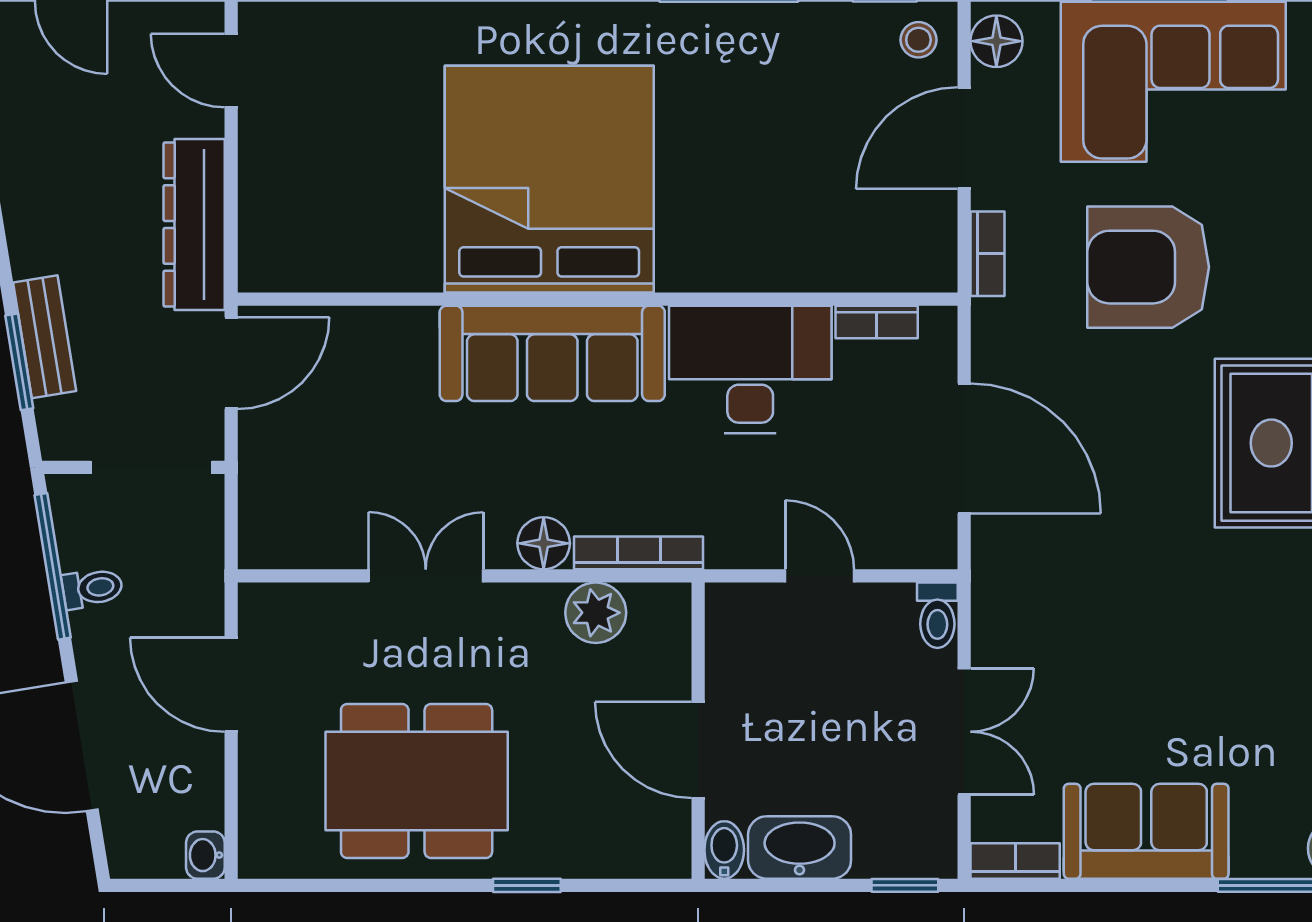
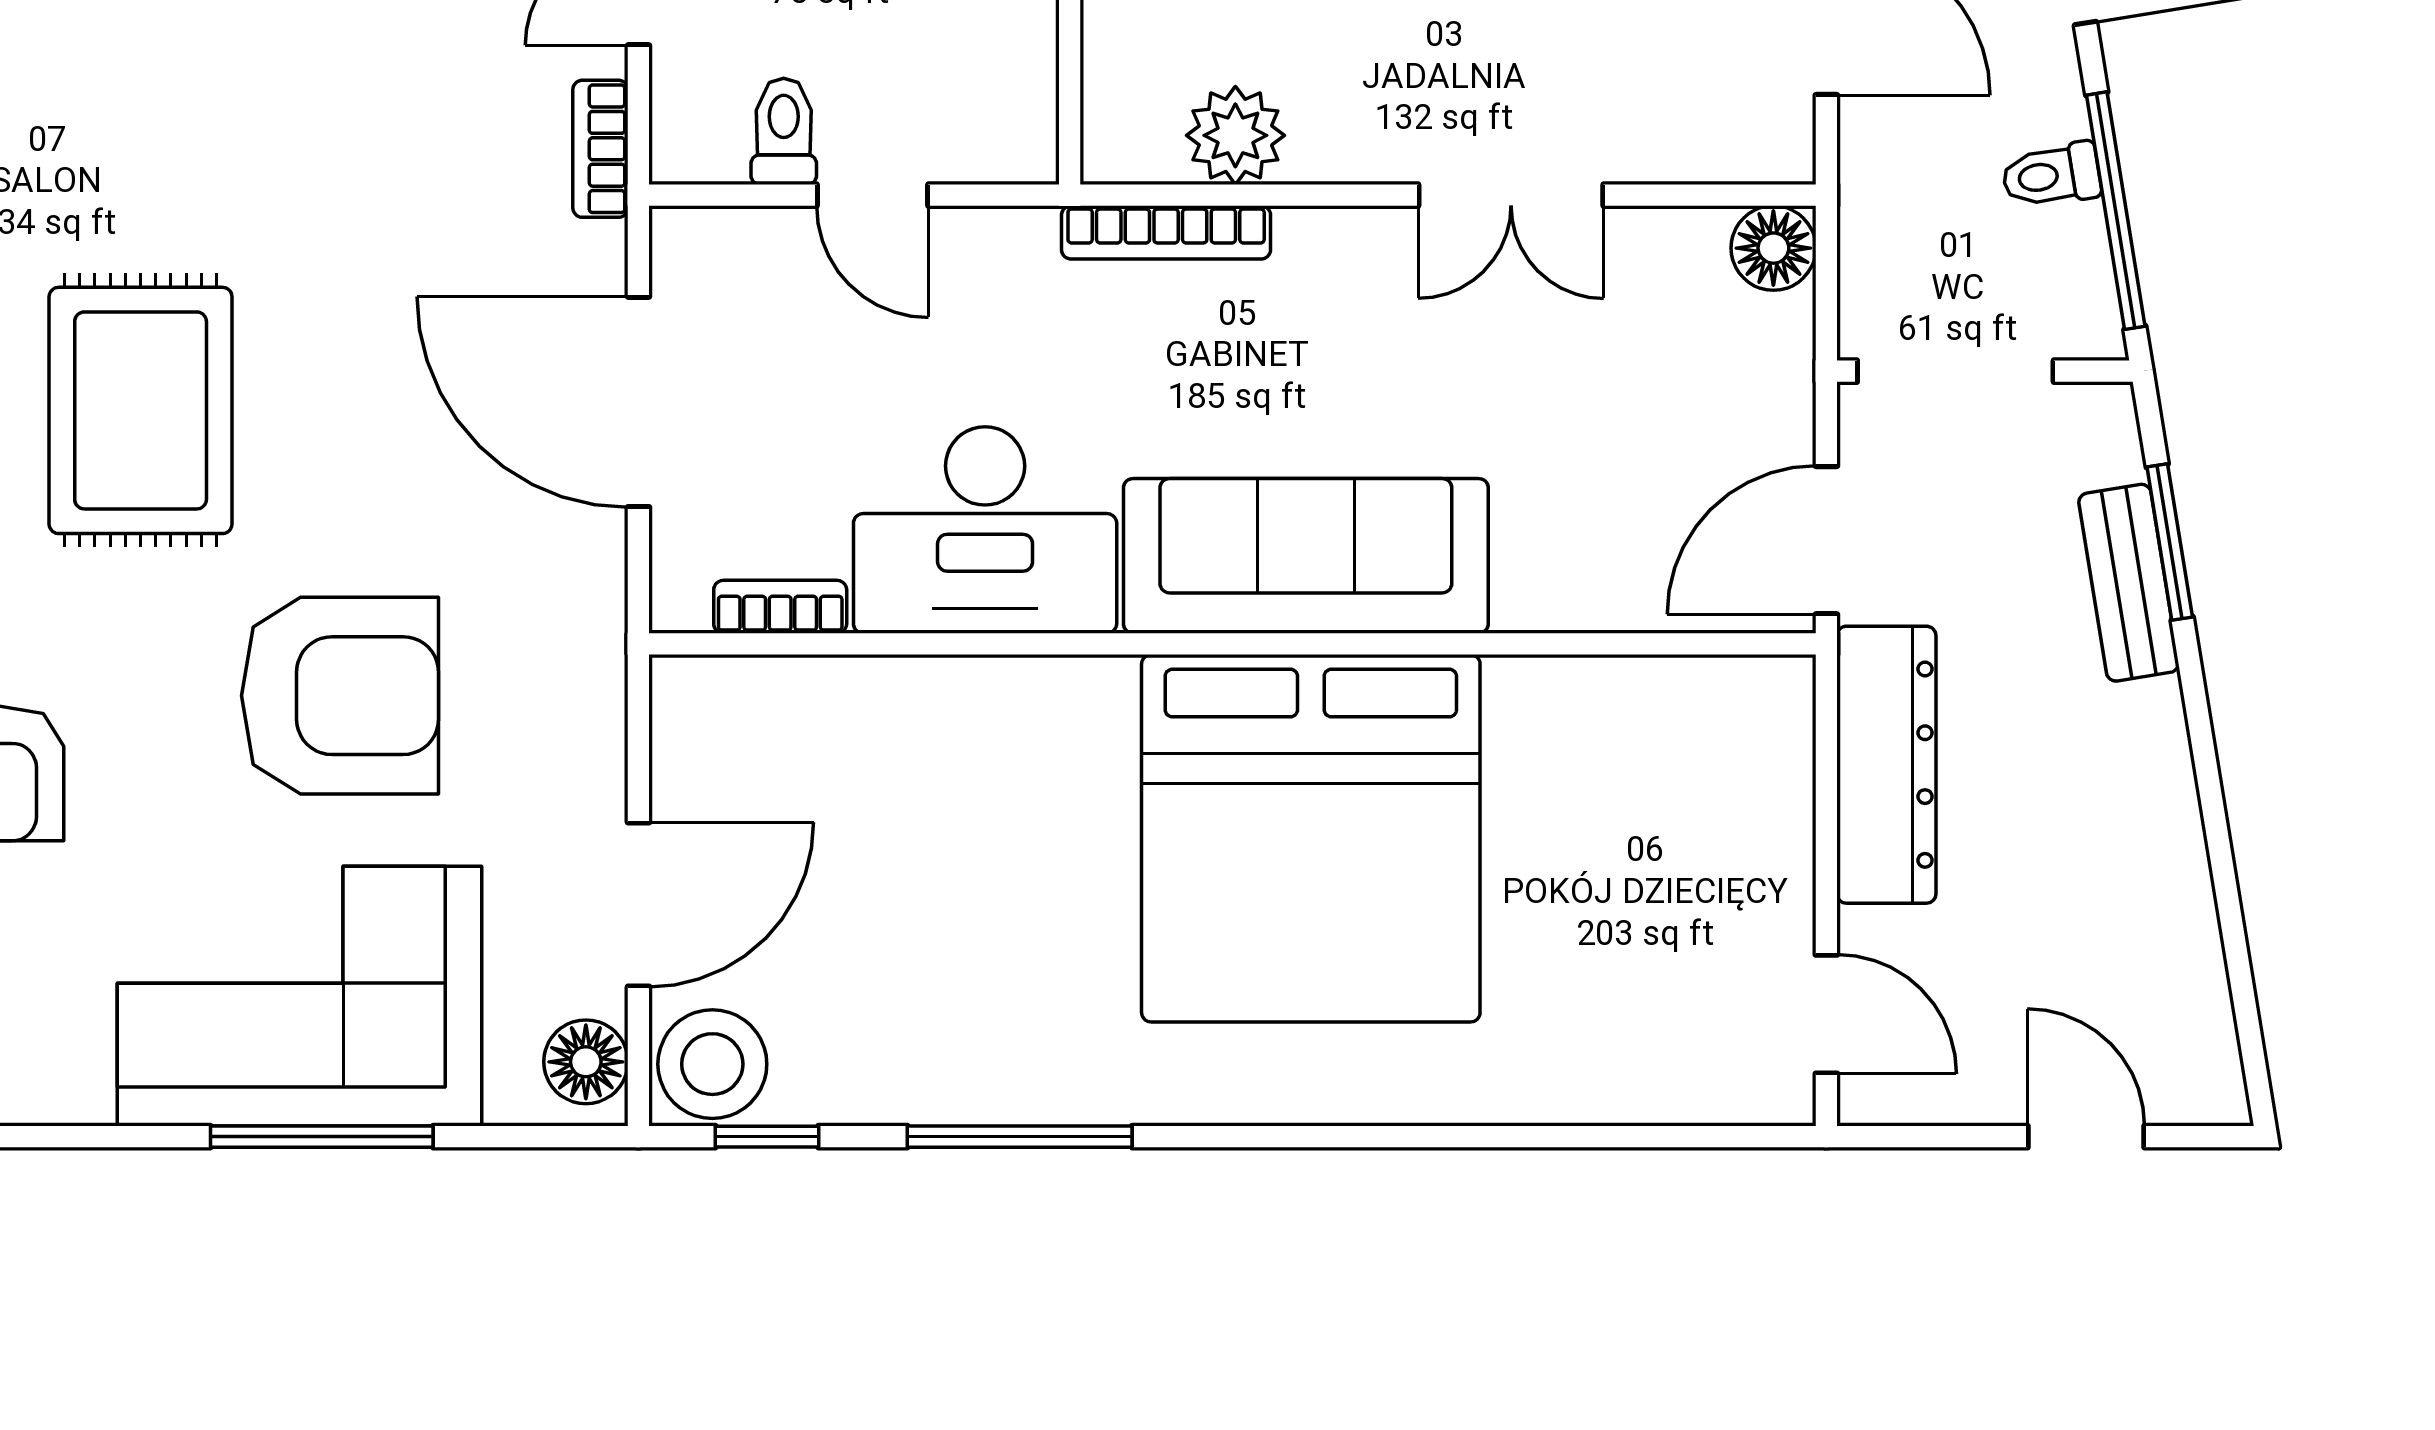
stool: (918, 40) -> (712, 1064), width x1.89, depth x1.89
bookcase: (988, 254) -> (600, 149), moved
floor lamp: (544, 543) -> (1773, 248), moved
toilet: (937, 615) -> (784, 131), moved

